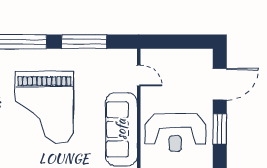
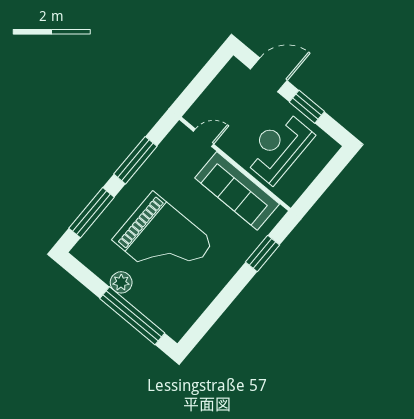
door: (220, 84) -> (269, 75), hinge flipped
reception desk: (175, 133) -> (278, 147), turned 180

